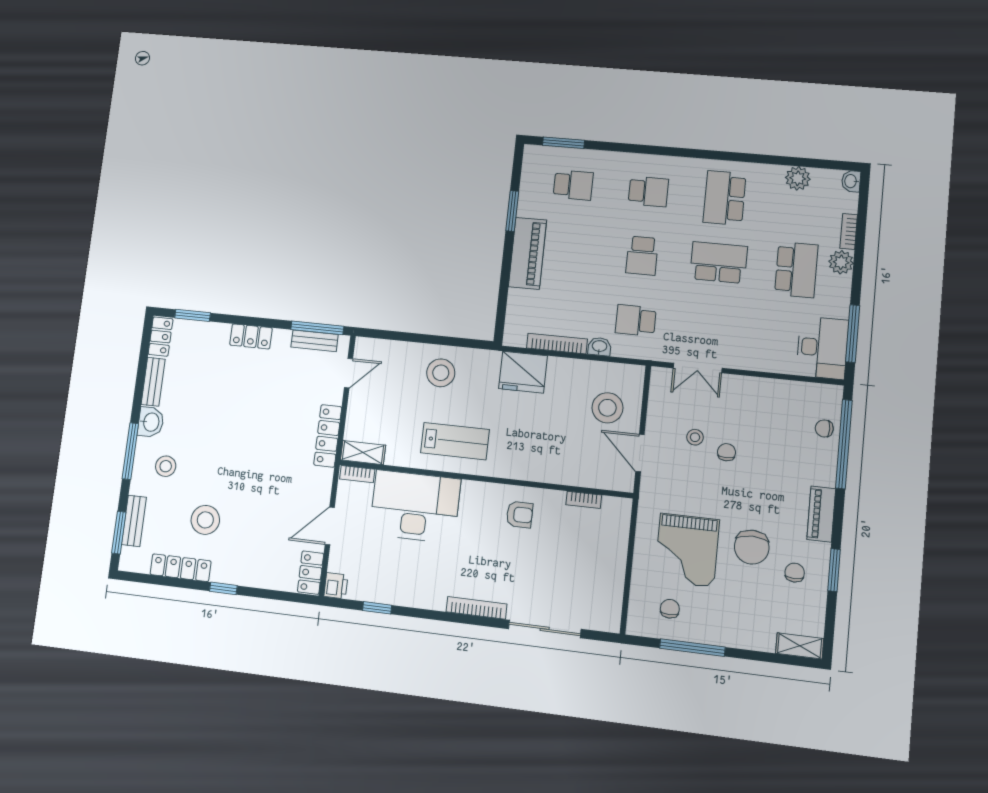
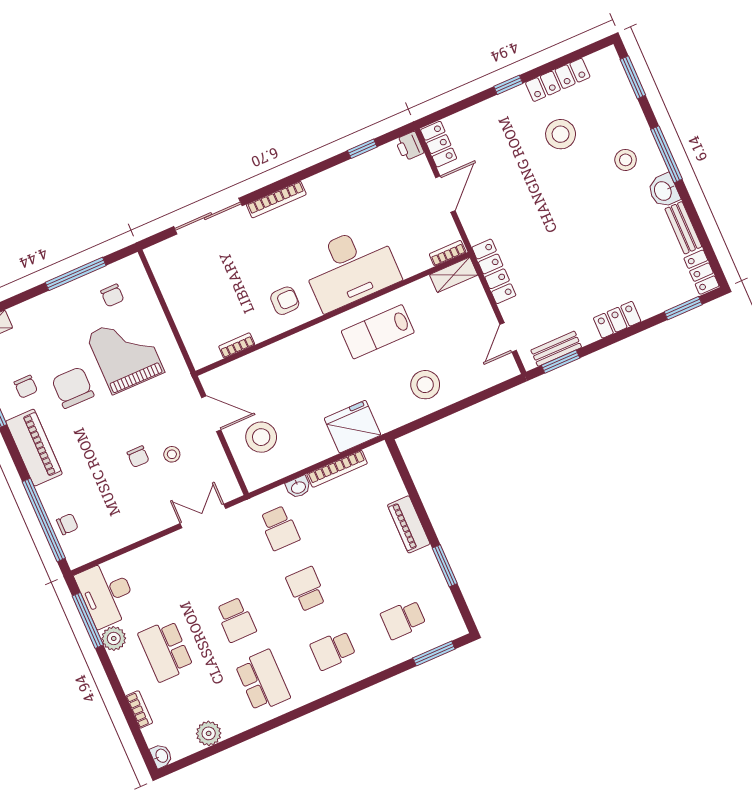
piano: (528, 253) -> (409, 524), width x0.73, depth x0.75
plant: (841, 262) -> (114, 638), moved
school desk: (719, 263) -> (236, 620), width x0.54
school desk: (636, 320) -> (280, 528), turned 90
window: (317, 328) -> (561, 362), width x0.69
desk: (415, 506) -> (350, 268), moved
piano: (821, 514) -> (34, 448), width x1.37, depth x1.33
armchair: (520, 515) -> (285, 301), turned 180
bench: (134, 521) -> (625, 95), removed

